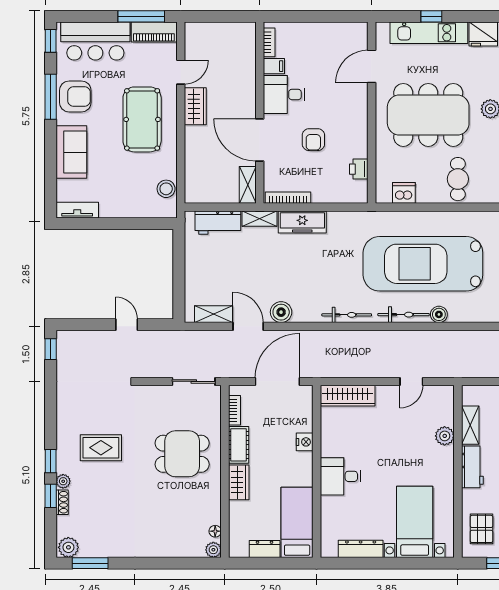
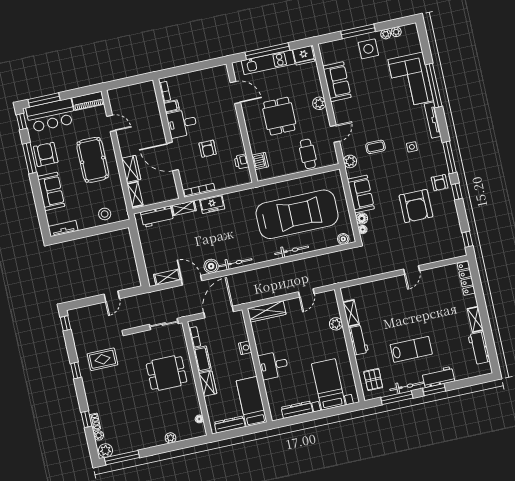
window: (141, 16) -> (44, 100), moved
window: (431, 16) -> (267, 51), width x3.17
door: (372, 66) -> (235, 92), swing flipped
door: (181, 72) -> (111, 123), hinge flipped
armchair: (75, 96) -> (46, 154), turned -90
wardrobe: (195, 106) -> (131, 169), moved
dining table: (428, 115) -> (279, 116), width x0.53, depth x0.80
shelving: (248, 185) -> (135, 194), moved
stool: (166, 189) -> (105, 214), moved
dishwasher: (404, 193) -> (260, 161), moved, turned 90
freezer: (302, 222) -> (212, 204), width x0.71
car: (423, 264) -> (297, 214), turned 180
boiler: (439, 314) -> (343, 239), moved
bicycle: (347, 315) -> (236, 263), moved
door: (127, 325) -> (112, 296), swing flipped
rug: (101, 448) -> (102, 359), moved
window: (51, 461) -> (76, 370), moved
plant: (63, 481) -> (99, 435), moved
dresser: (265, 549) -> (230, 425), width x1.44
plant: (213, 550) -> (170, 438), moved
window: (90, 563) -> (122, 458), width x1.44

